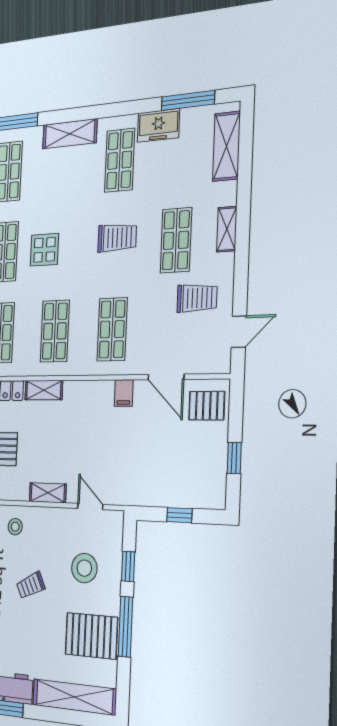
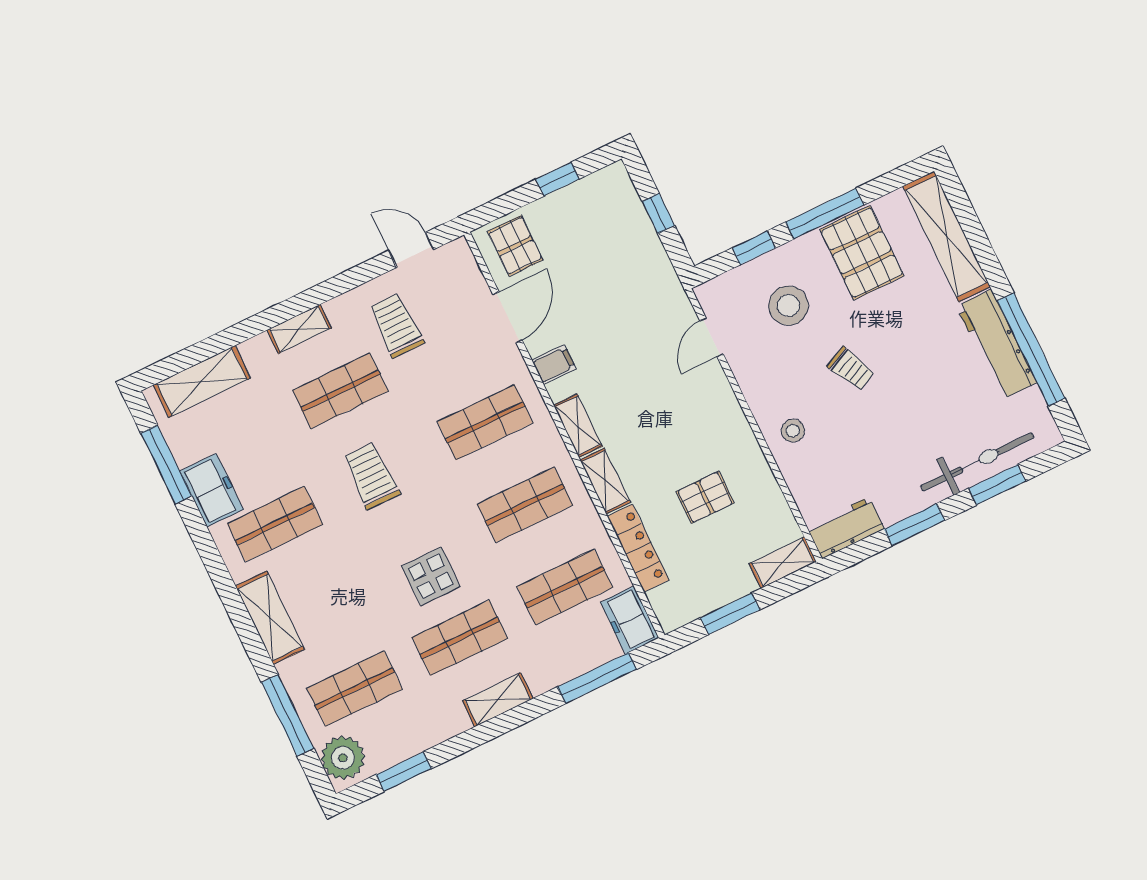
shelving: (48, 493) -> (578, 426), moved

